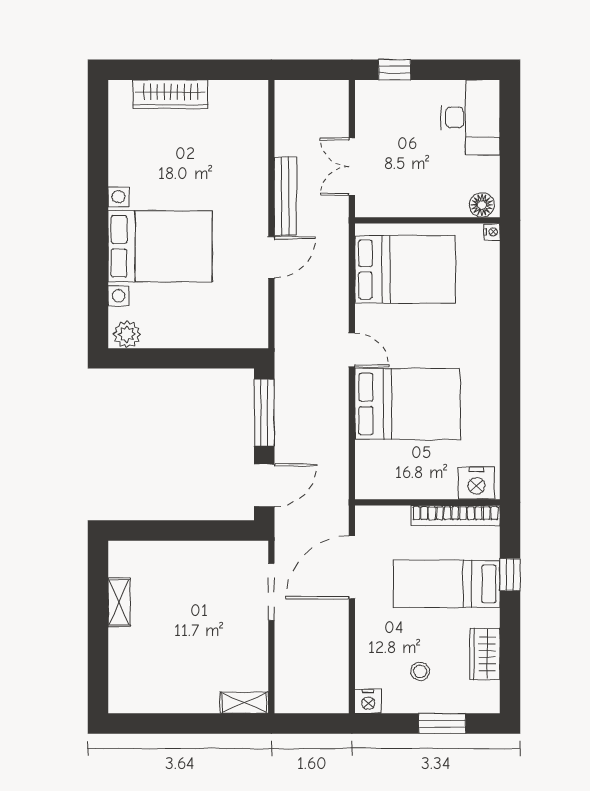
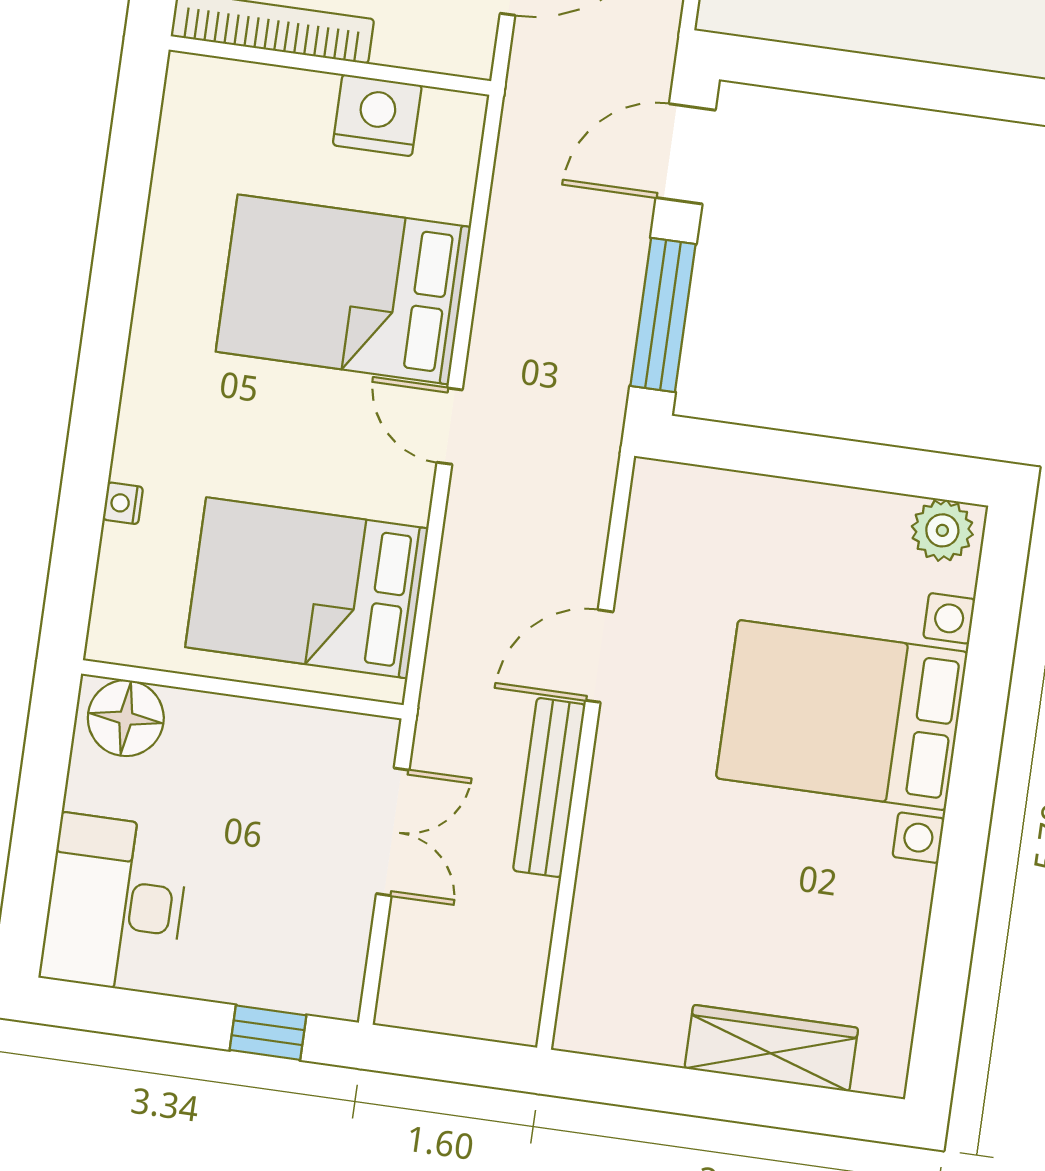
floor lamp: (482, 205) -> (126, 718), width x1.38, depth x1.38
nightstand: (492, 232) -> (123, 503), moved
nightstand: (476, 483) -> (377, 115), moved

